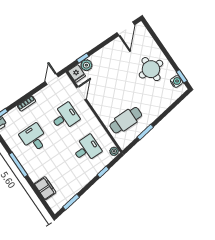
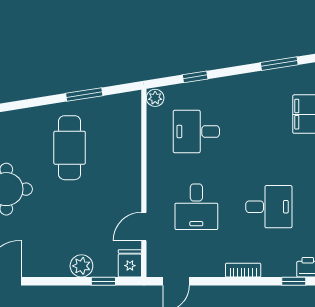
plant: (86, 65) -> (81, 266), moved
desk: (65, 117) -> (196, 207), turned -90
cafe table: (126, 120) -> (70, 148), moved, turned 90
desk: (34, 138) -> (269, 207), turned -90

